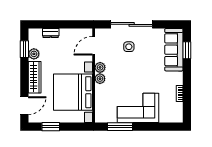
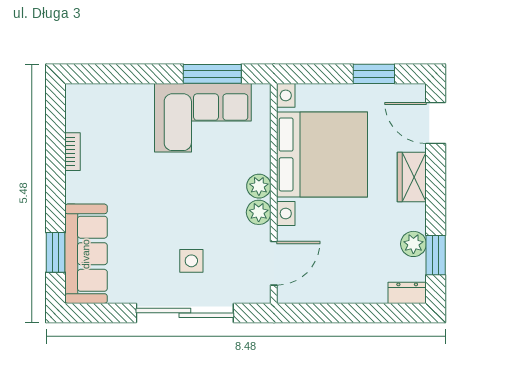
dresser: (51, 33) -> (407, 293), moved
wardrobe: (35, 77) -> (412, 177), width x0.67
door: (24, 106) -> (436, 123), hinge flipped
corner sofa: (138, 108) -> (203, 118), moved

